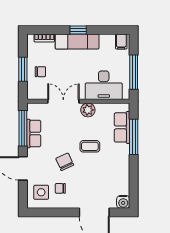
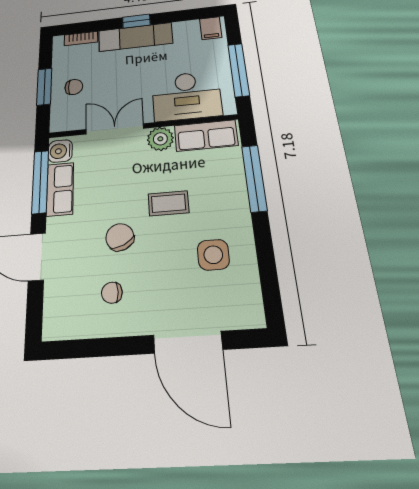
row of seats: (122, 127) -> (206, 135), moved, turned -90
side table: (41, 192) -> (213, 255), moved
water cooler: (123, 202) -> (60, 151), moved, turned 90

